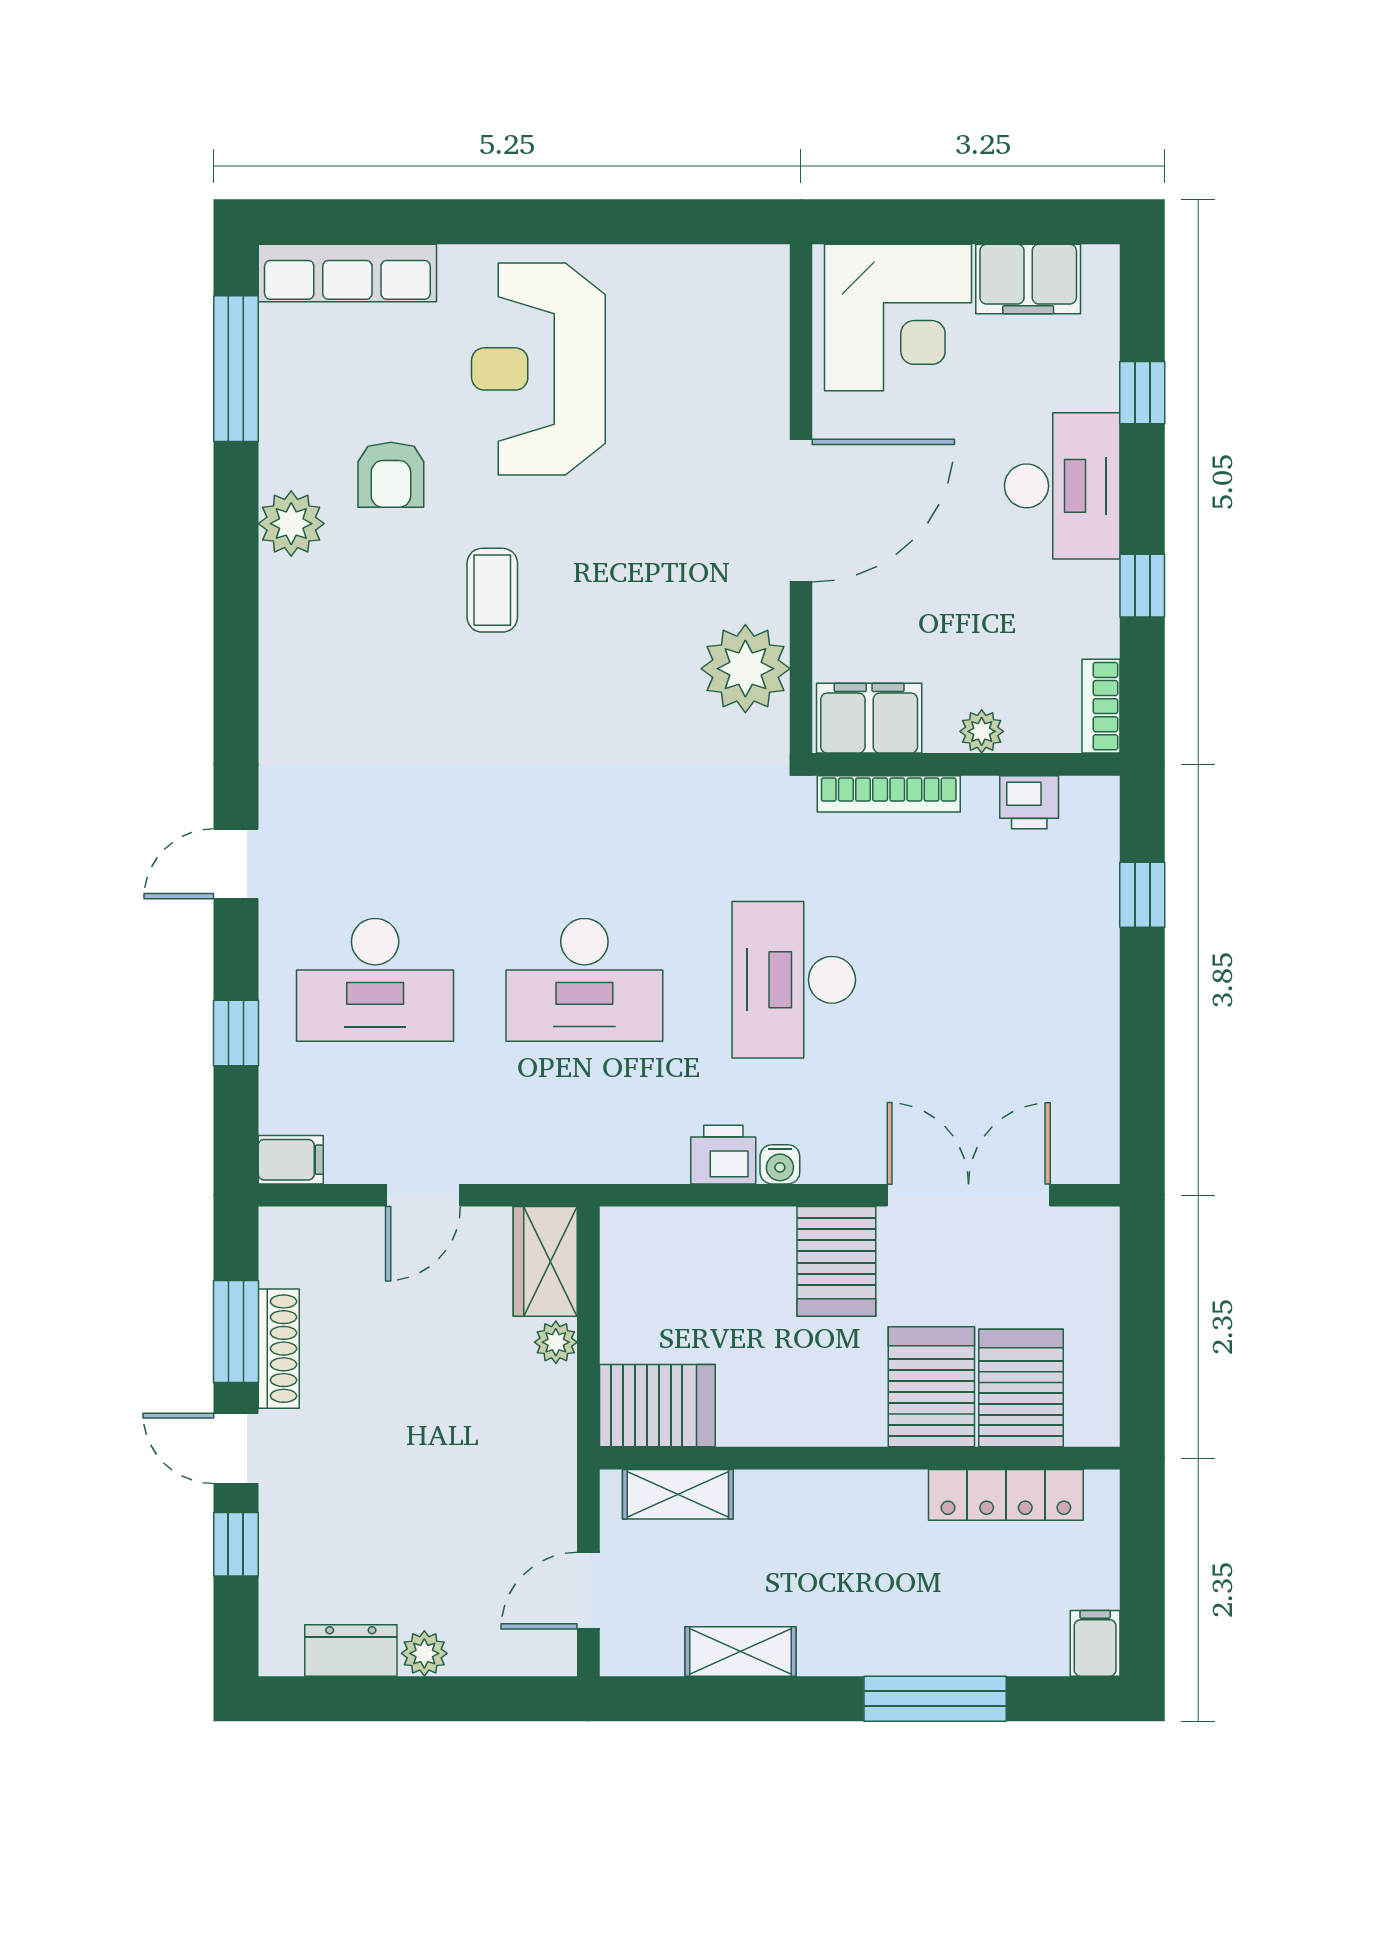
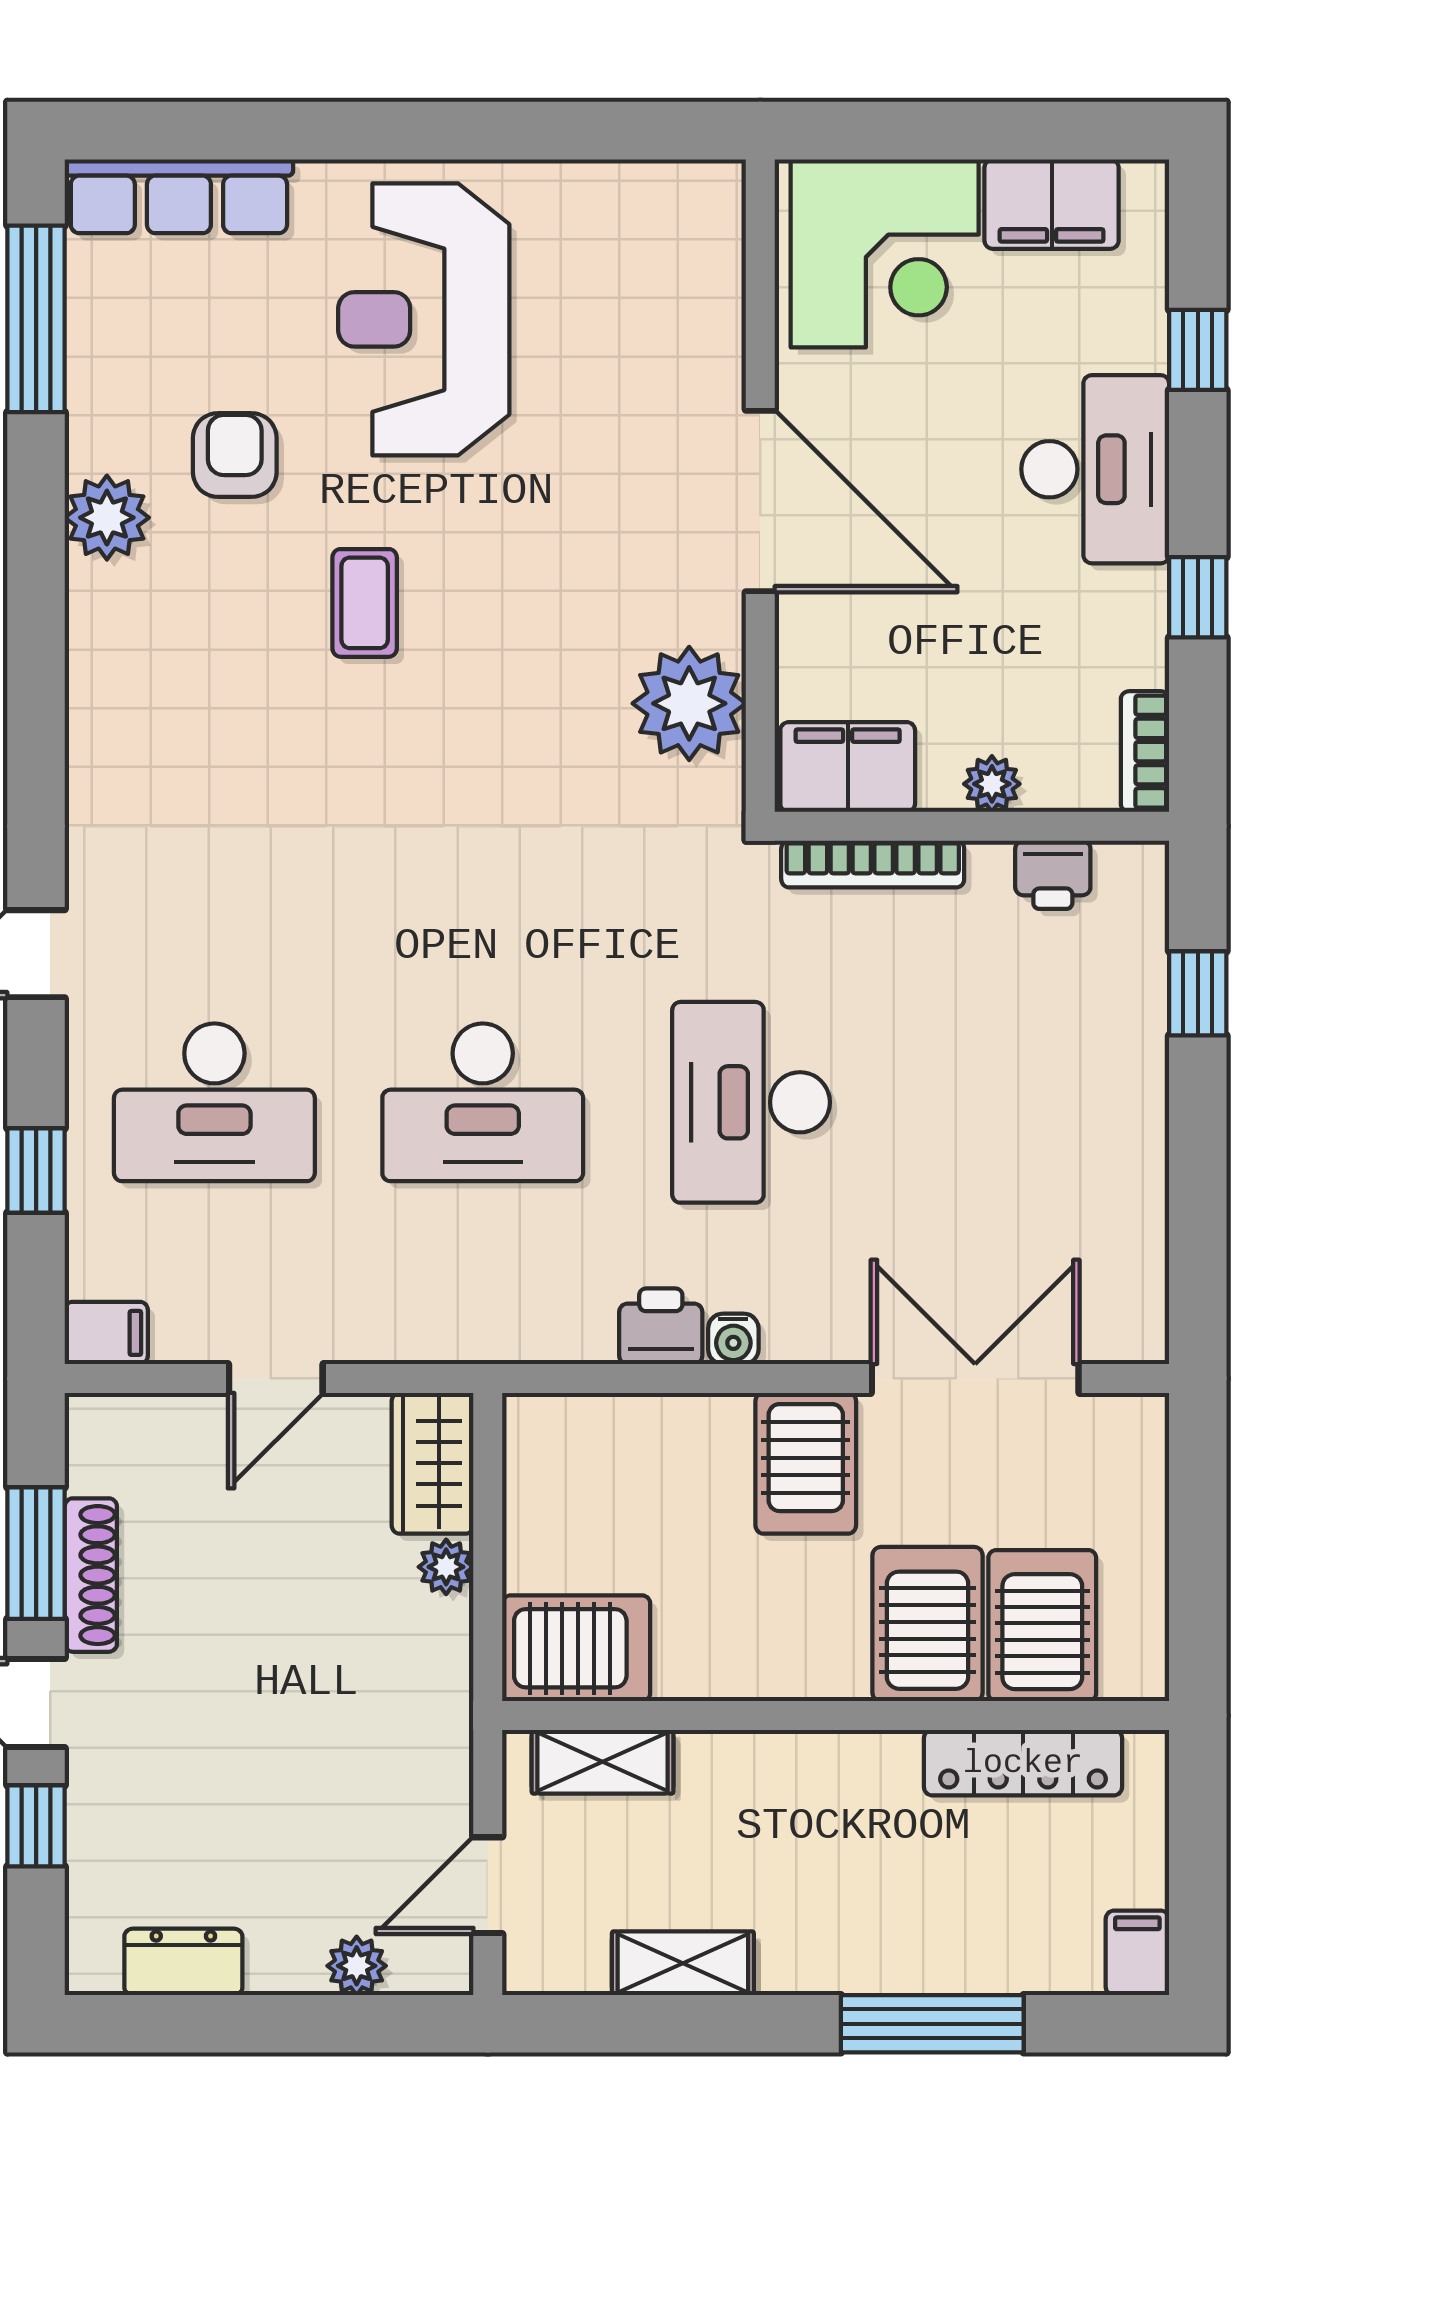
armchair: (391, 475) -> (235, 455), turned 180
door: (801, 511) -> (760, 501), hinge flipped
plant: (424, 1653) -> (357, 1966), moved

